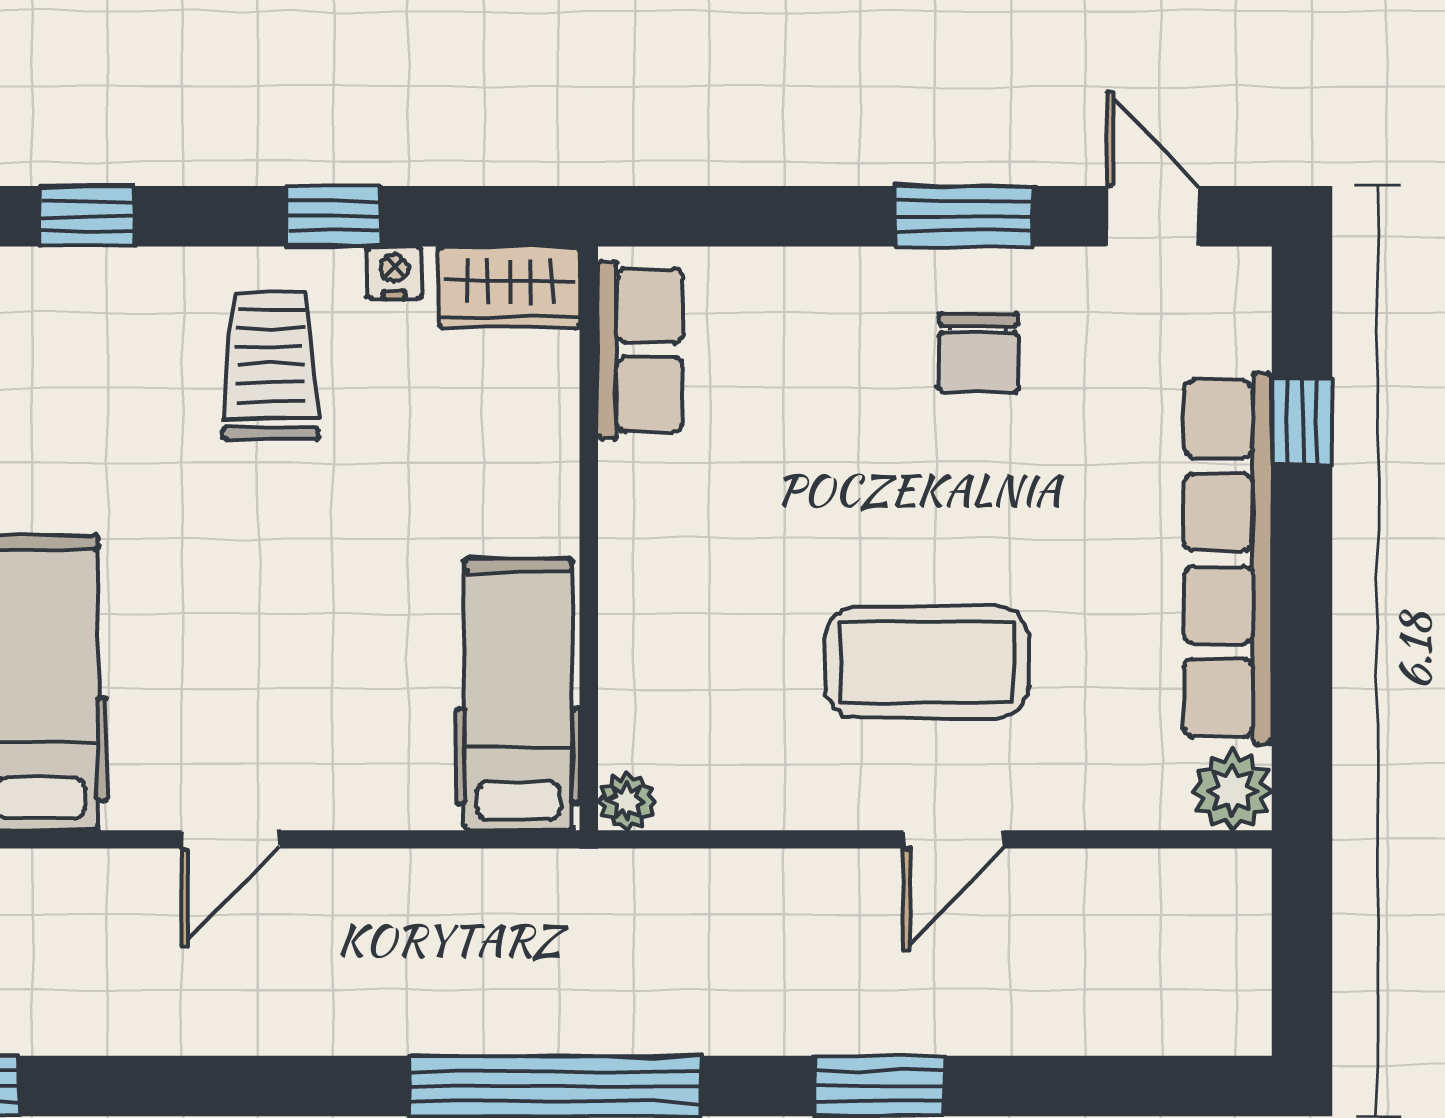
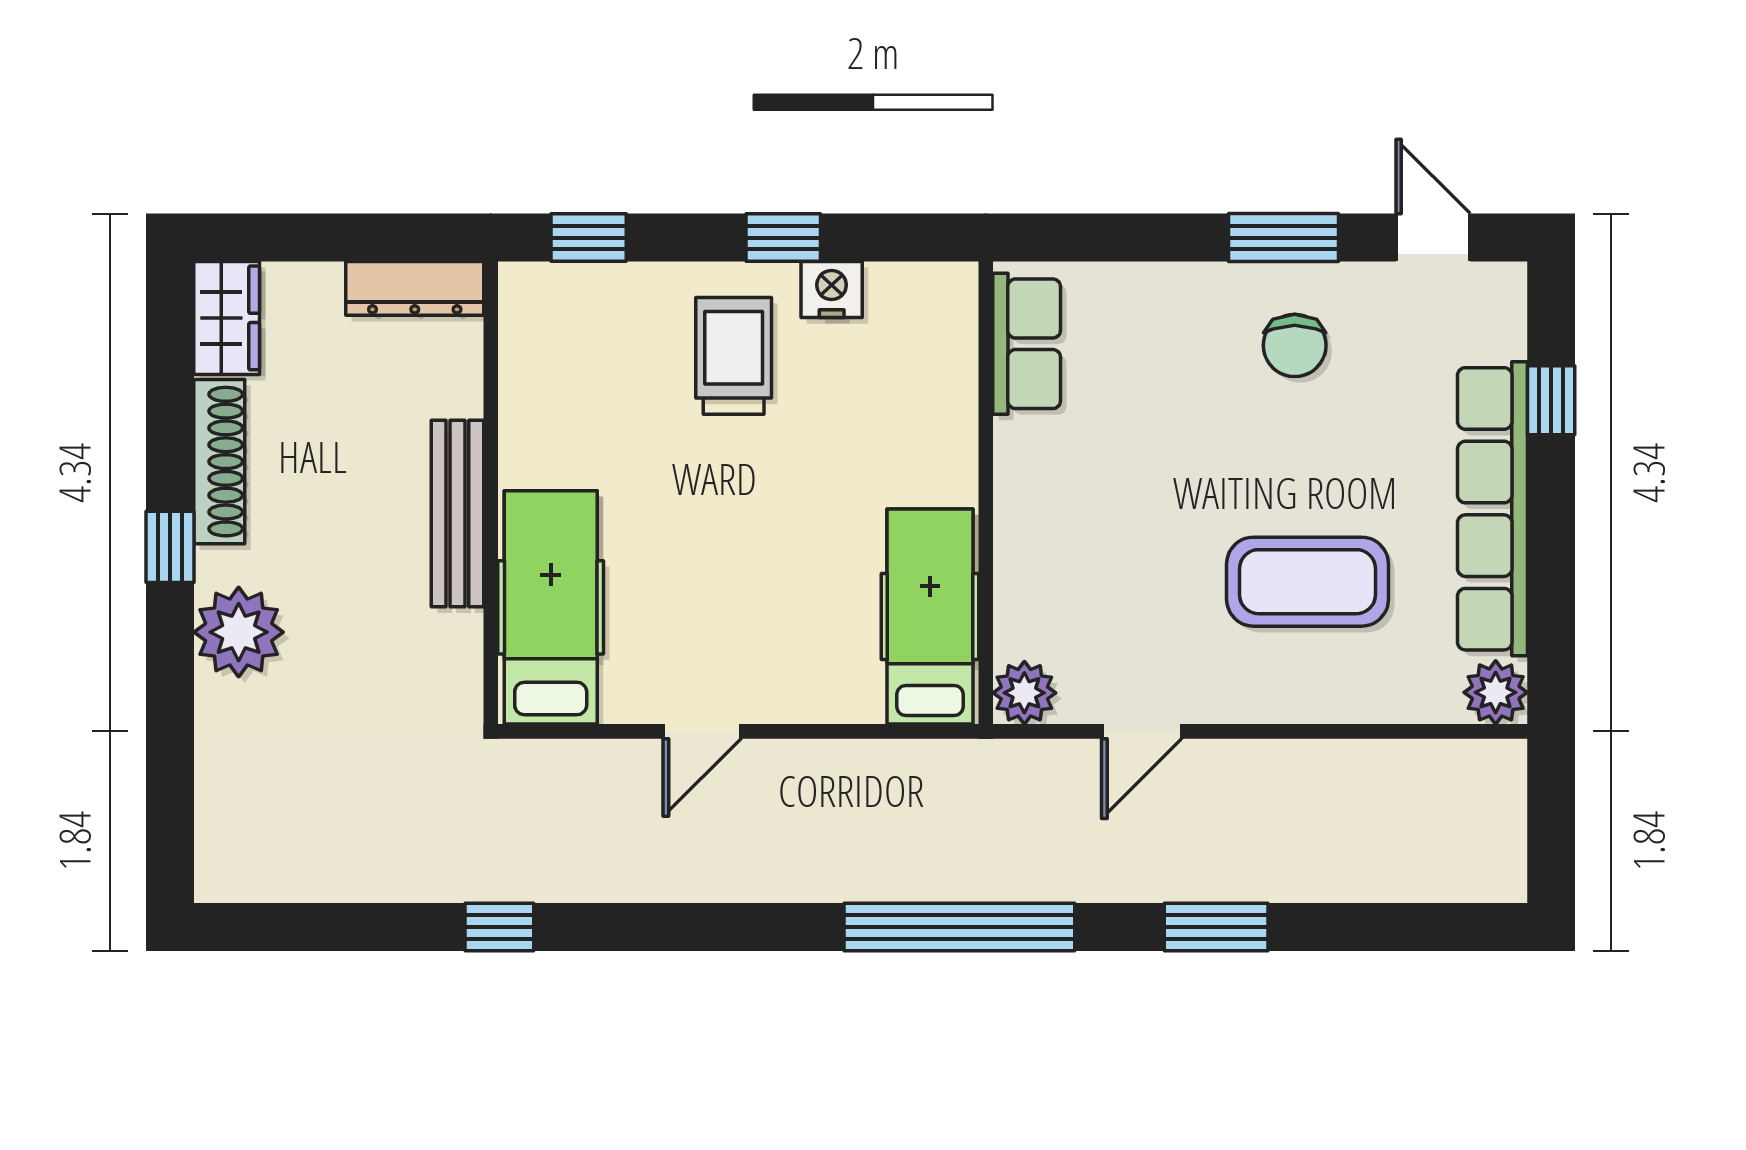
nightstand: (394, 273) -> (832, 289), width x1.39, depth x1.35
wardrobe: (509, 287) -> (923, 294), removed
coffee table: (927, 662) -> (1308, 582), moved
plant: (627, 801) -> (1024, 693), width x1.38, depth x1.38
door: (954, 839) -> (1142, 731), moved

